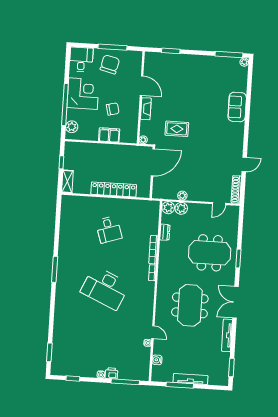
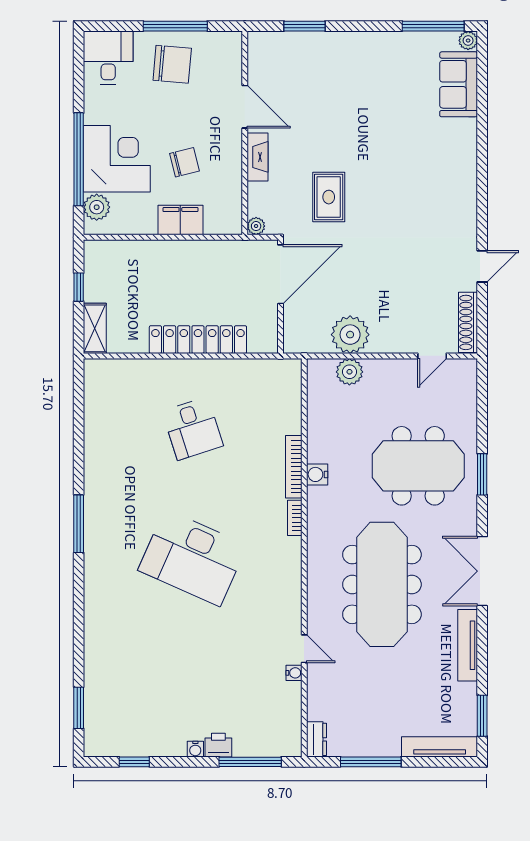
chair: (110, 64) -> (172, 64), turned 81
corner desk: (83, 94) -> (117, 159), moved
sofa: (237, 107) -> (459, 84), moved
rug: (177, 129) -> (329, 197), turned 90
plant: (182, 196) -> (350, 335), width x1.88, depth x1.88
plant: (168, 208) -> (321, 372), removed
dresser: (165, 232) -> (317, 739), moved
meeting table: (190, 305) -> (382, 584), width x1.36
water cooler: (157, 360) -> (317, 474), moved
tv unit: (190, 379) -> (440, 747), moved

